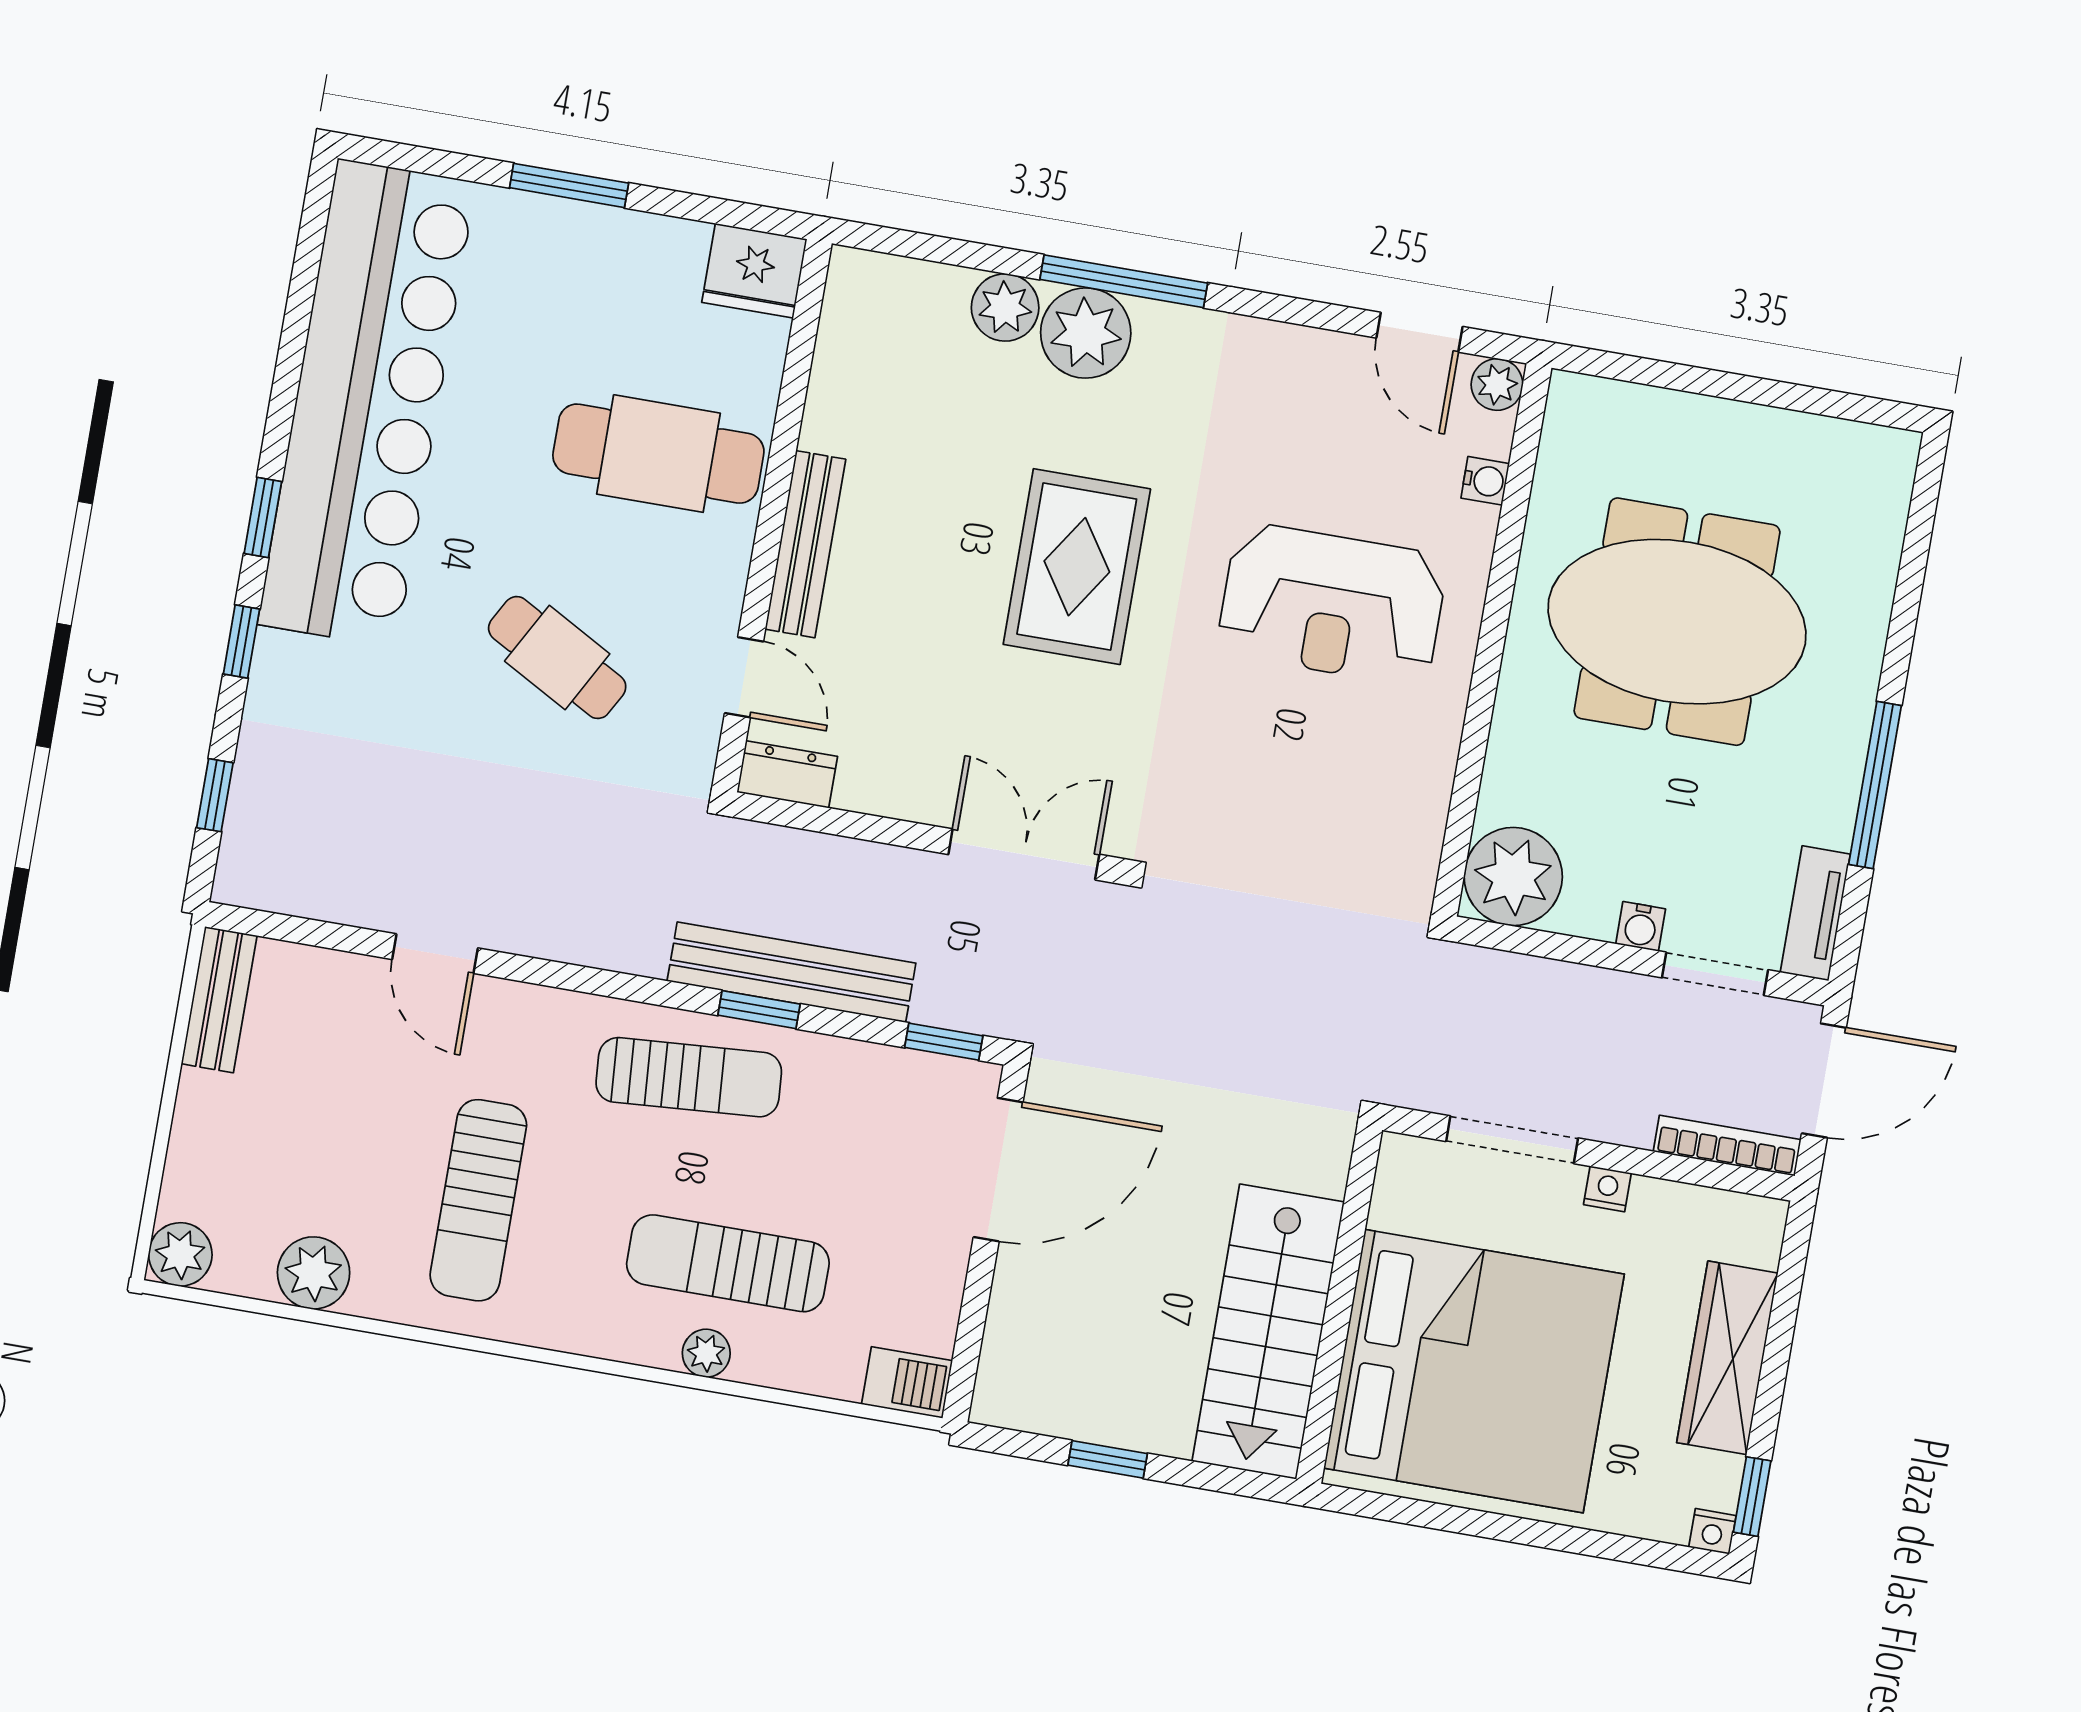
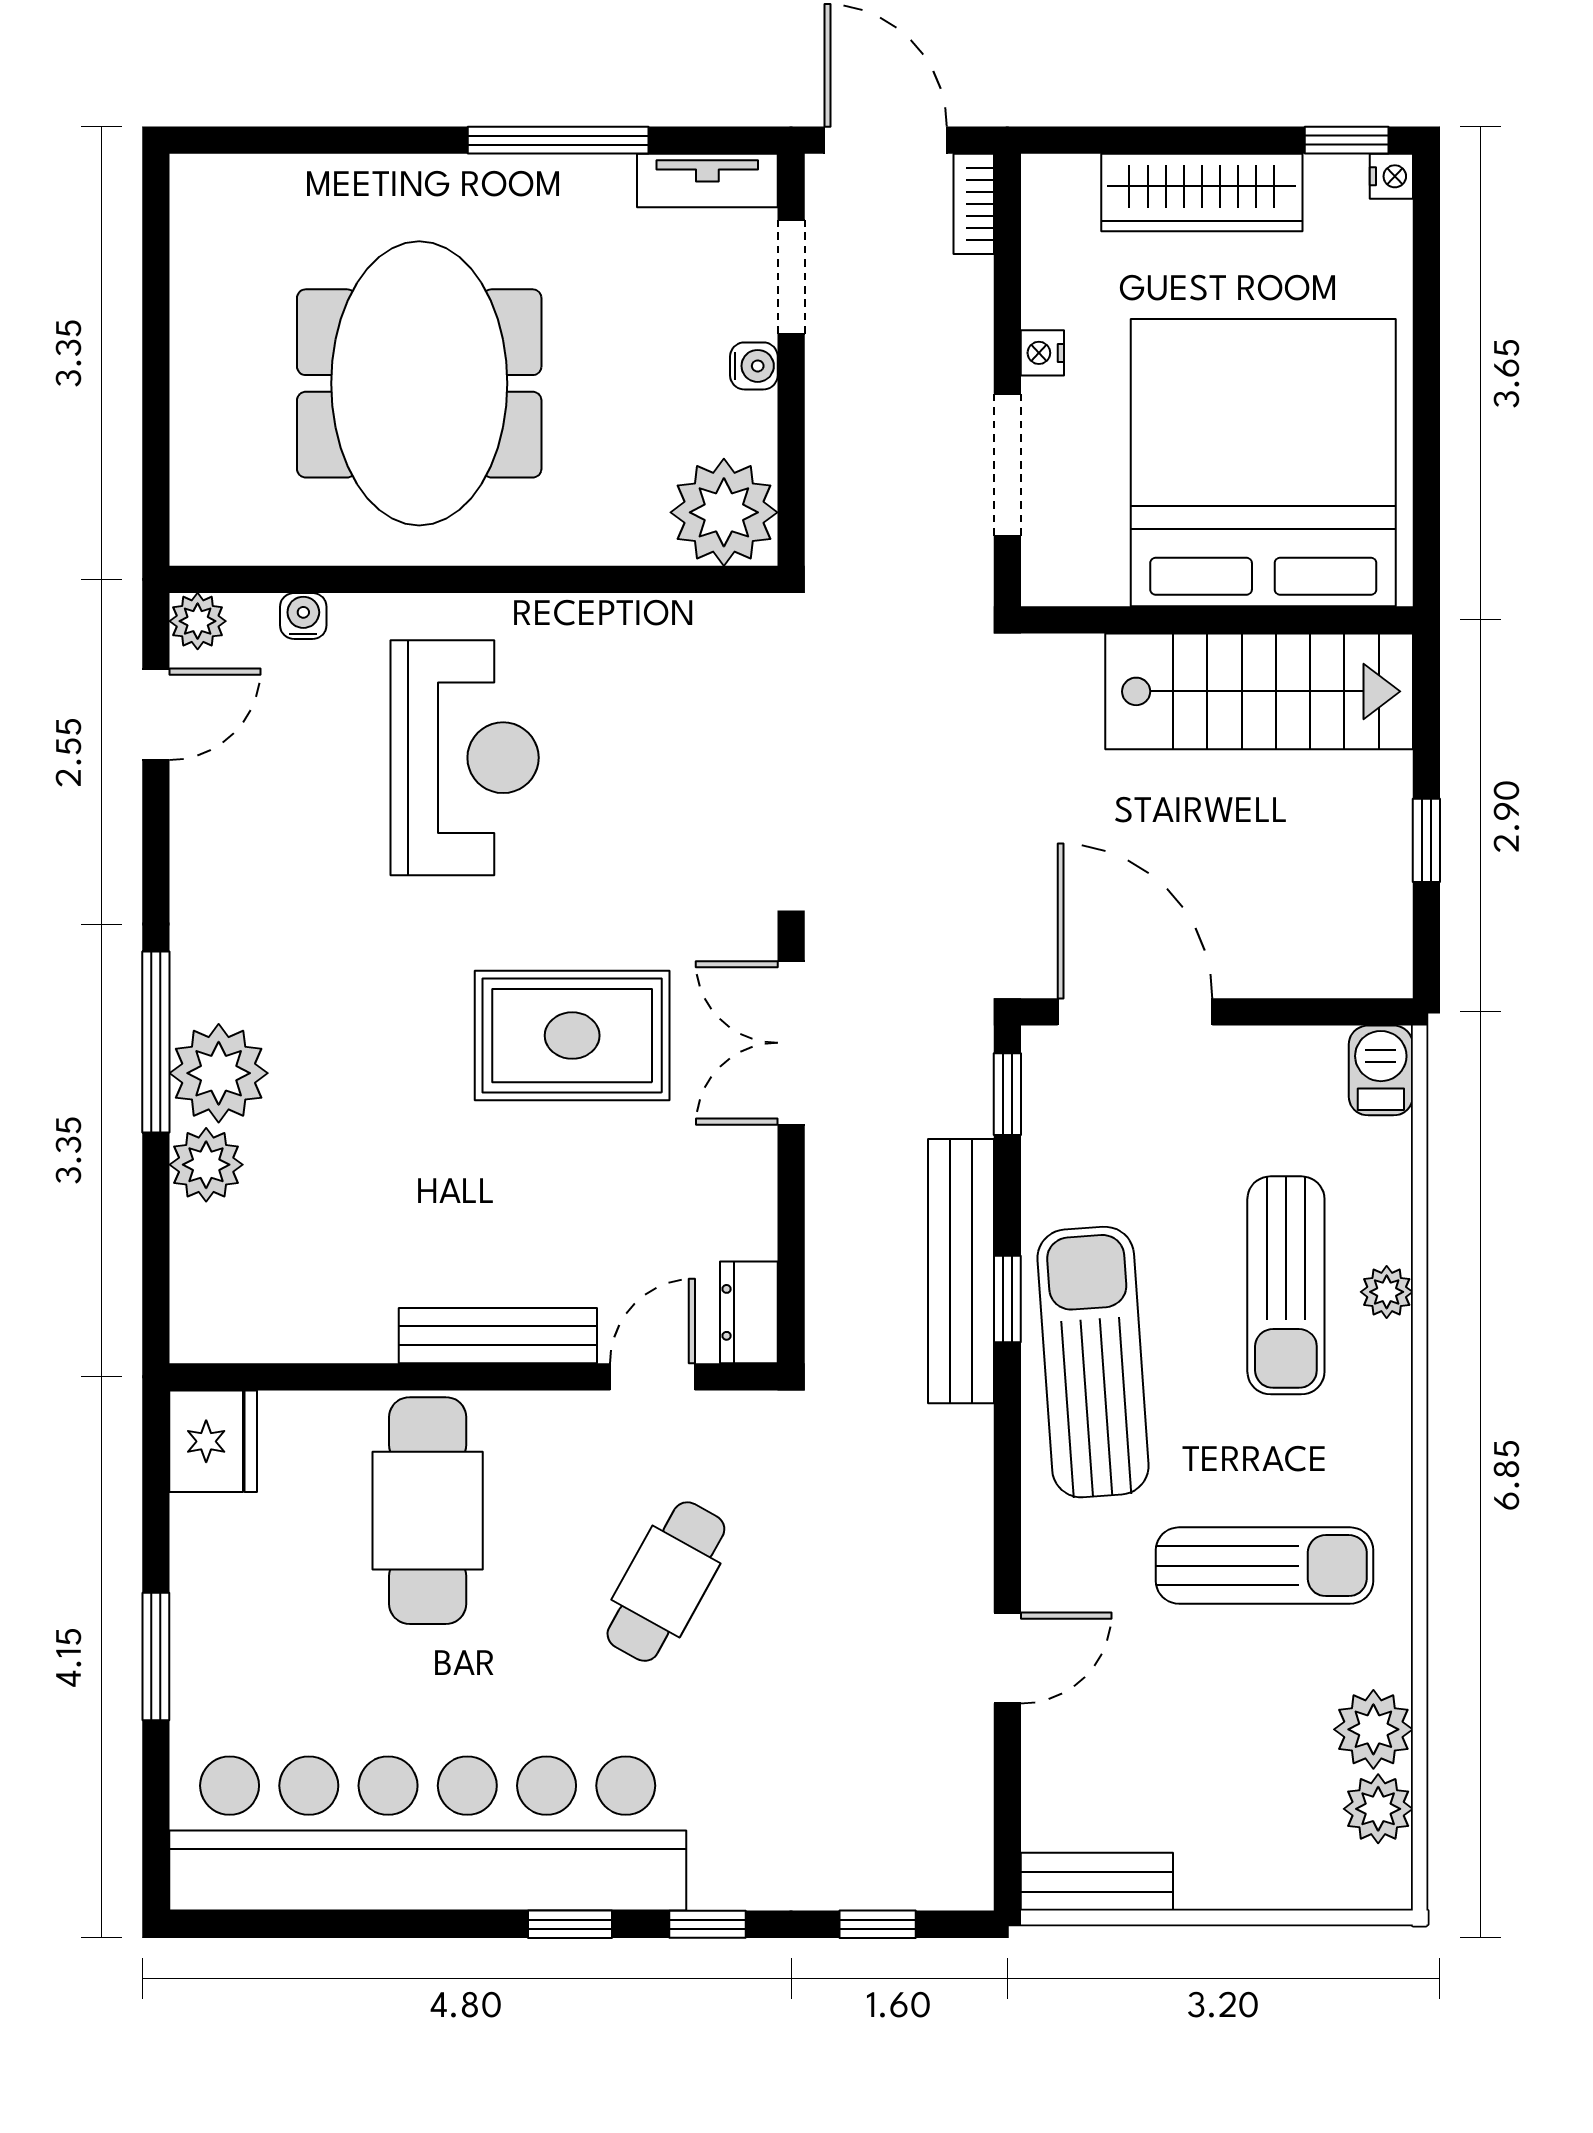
rug: (1077, 567) -> (572, 1036), moved
sun lounger: (689, 1077) -> (1093, 1362), width x1.36, depth x1.34
bookcase: (1727, 1146) -> (974, 204), width x0.64
plant: (180, 1254) -> (1378, 1809), moved

